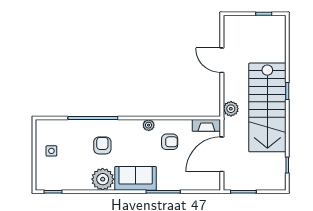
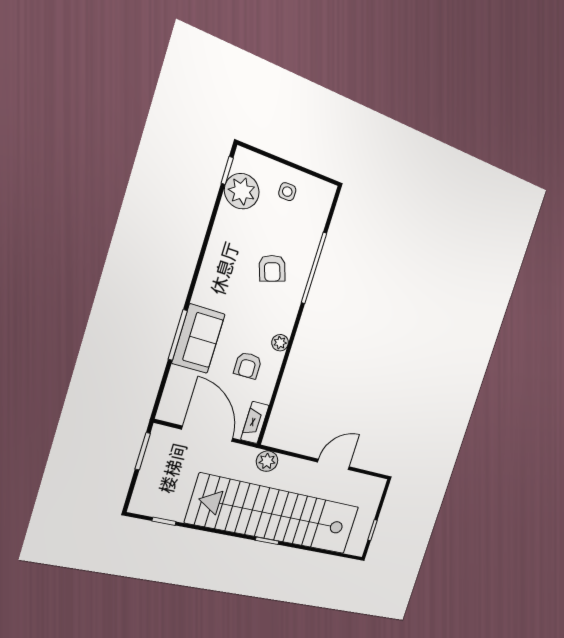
stairs: (267, 107) -> (275, 515), width x1.36
armchair: (102, 145) -> (272, 268), turned 71
sofa: (136, 178) -> (198, 339), moved
plant: (103, 179) -> (242, 191), moved

